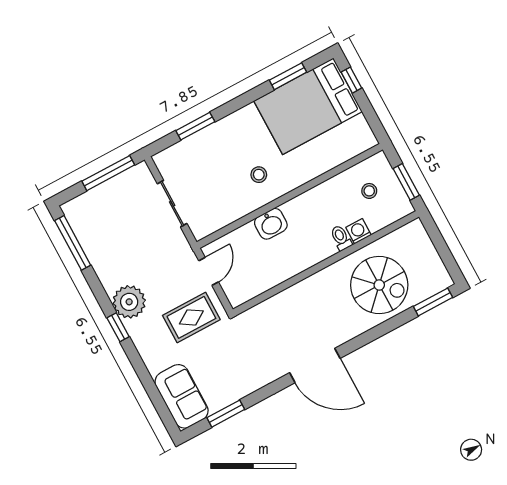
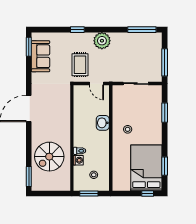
window: (118, 327) -> (77, 30), moved
sofa: (182, 396) -> (40, 56), moved, turned -90
window: (226, 414) -> (29, 47), moved

